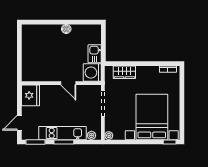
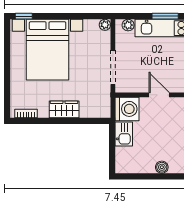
wardrobe: (124, 72) -> (64, 109), moved

